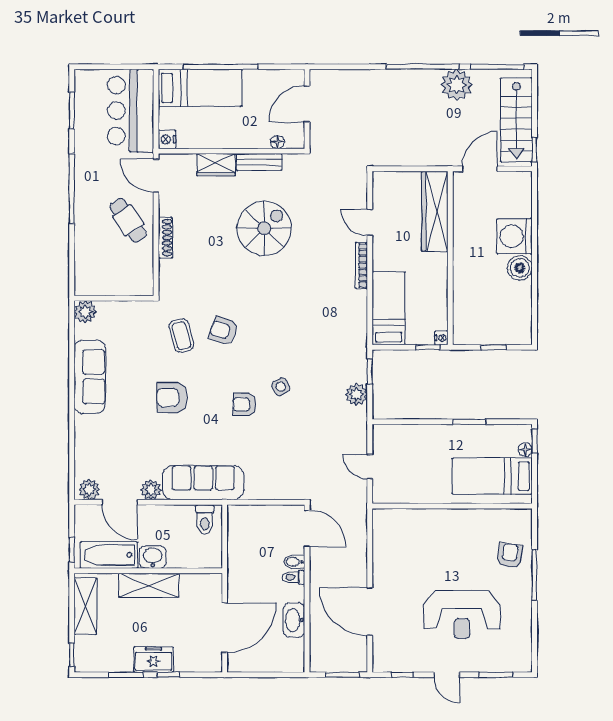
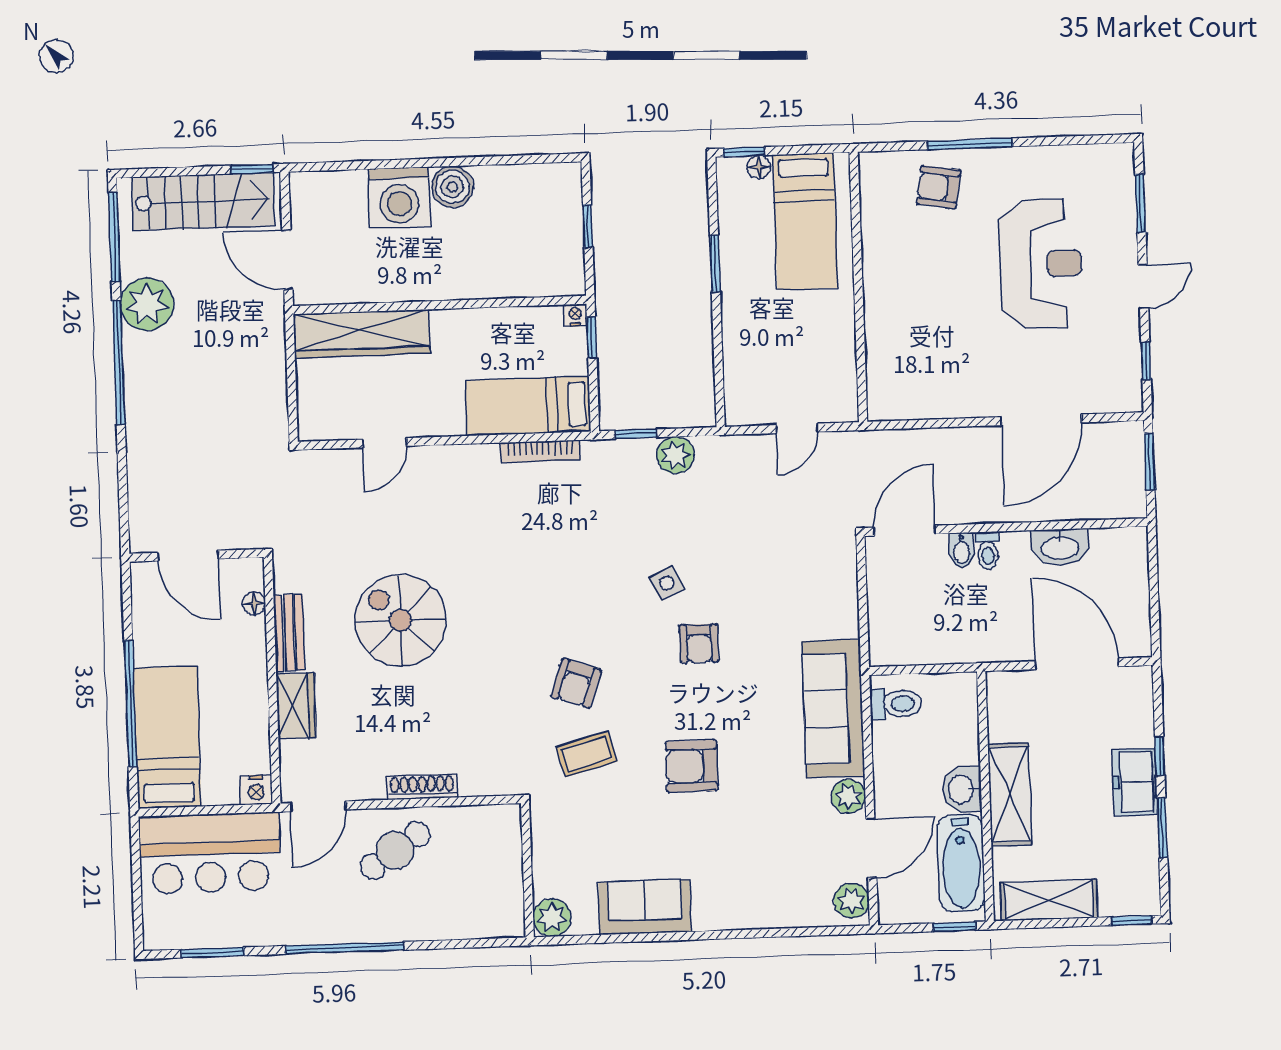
bookcase: (361, 265) -> (540, 451), moved
sofa: (90, 377) -> (645, 907), width x0.73
armchair: (172, 398) -> (692, 766), turned 90

